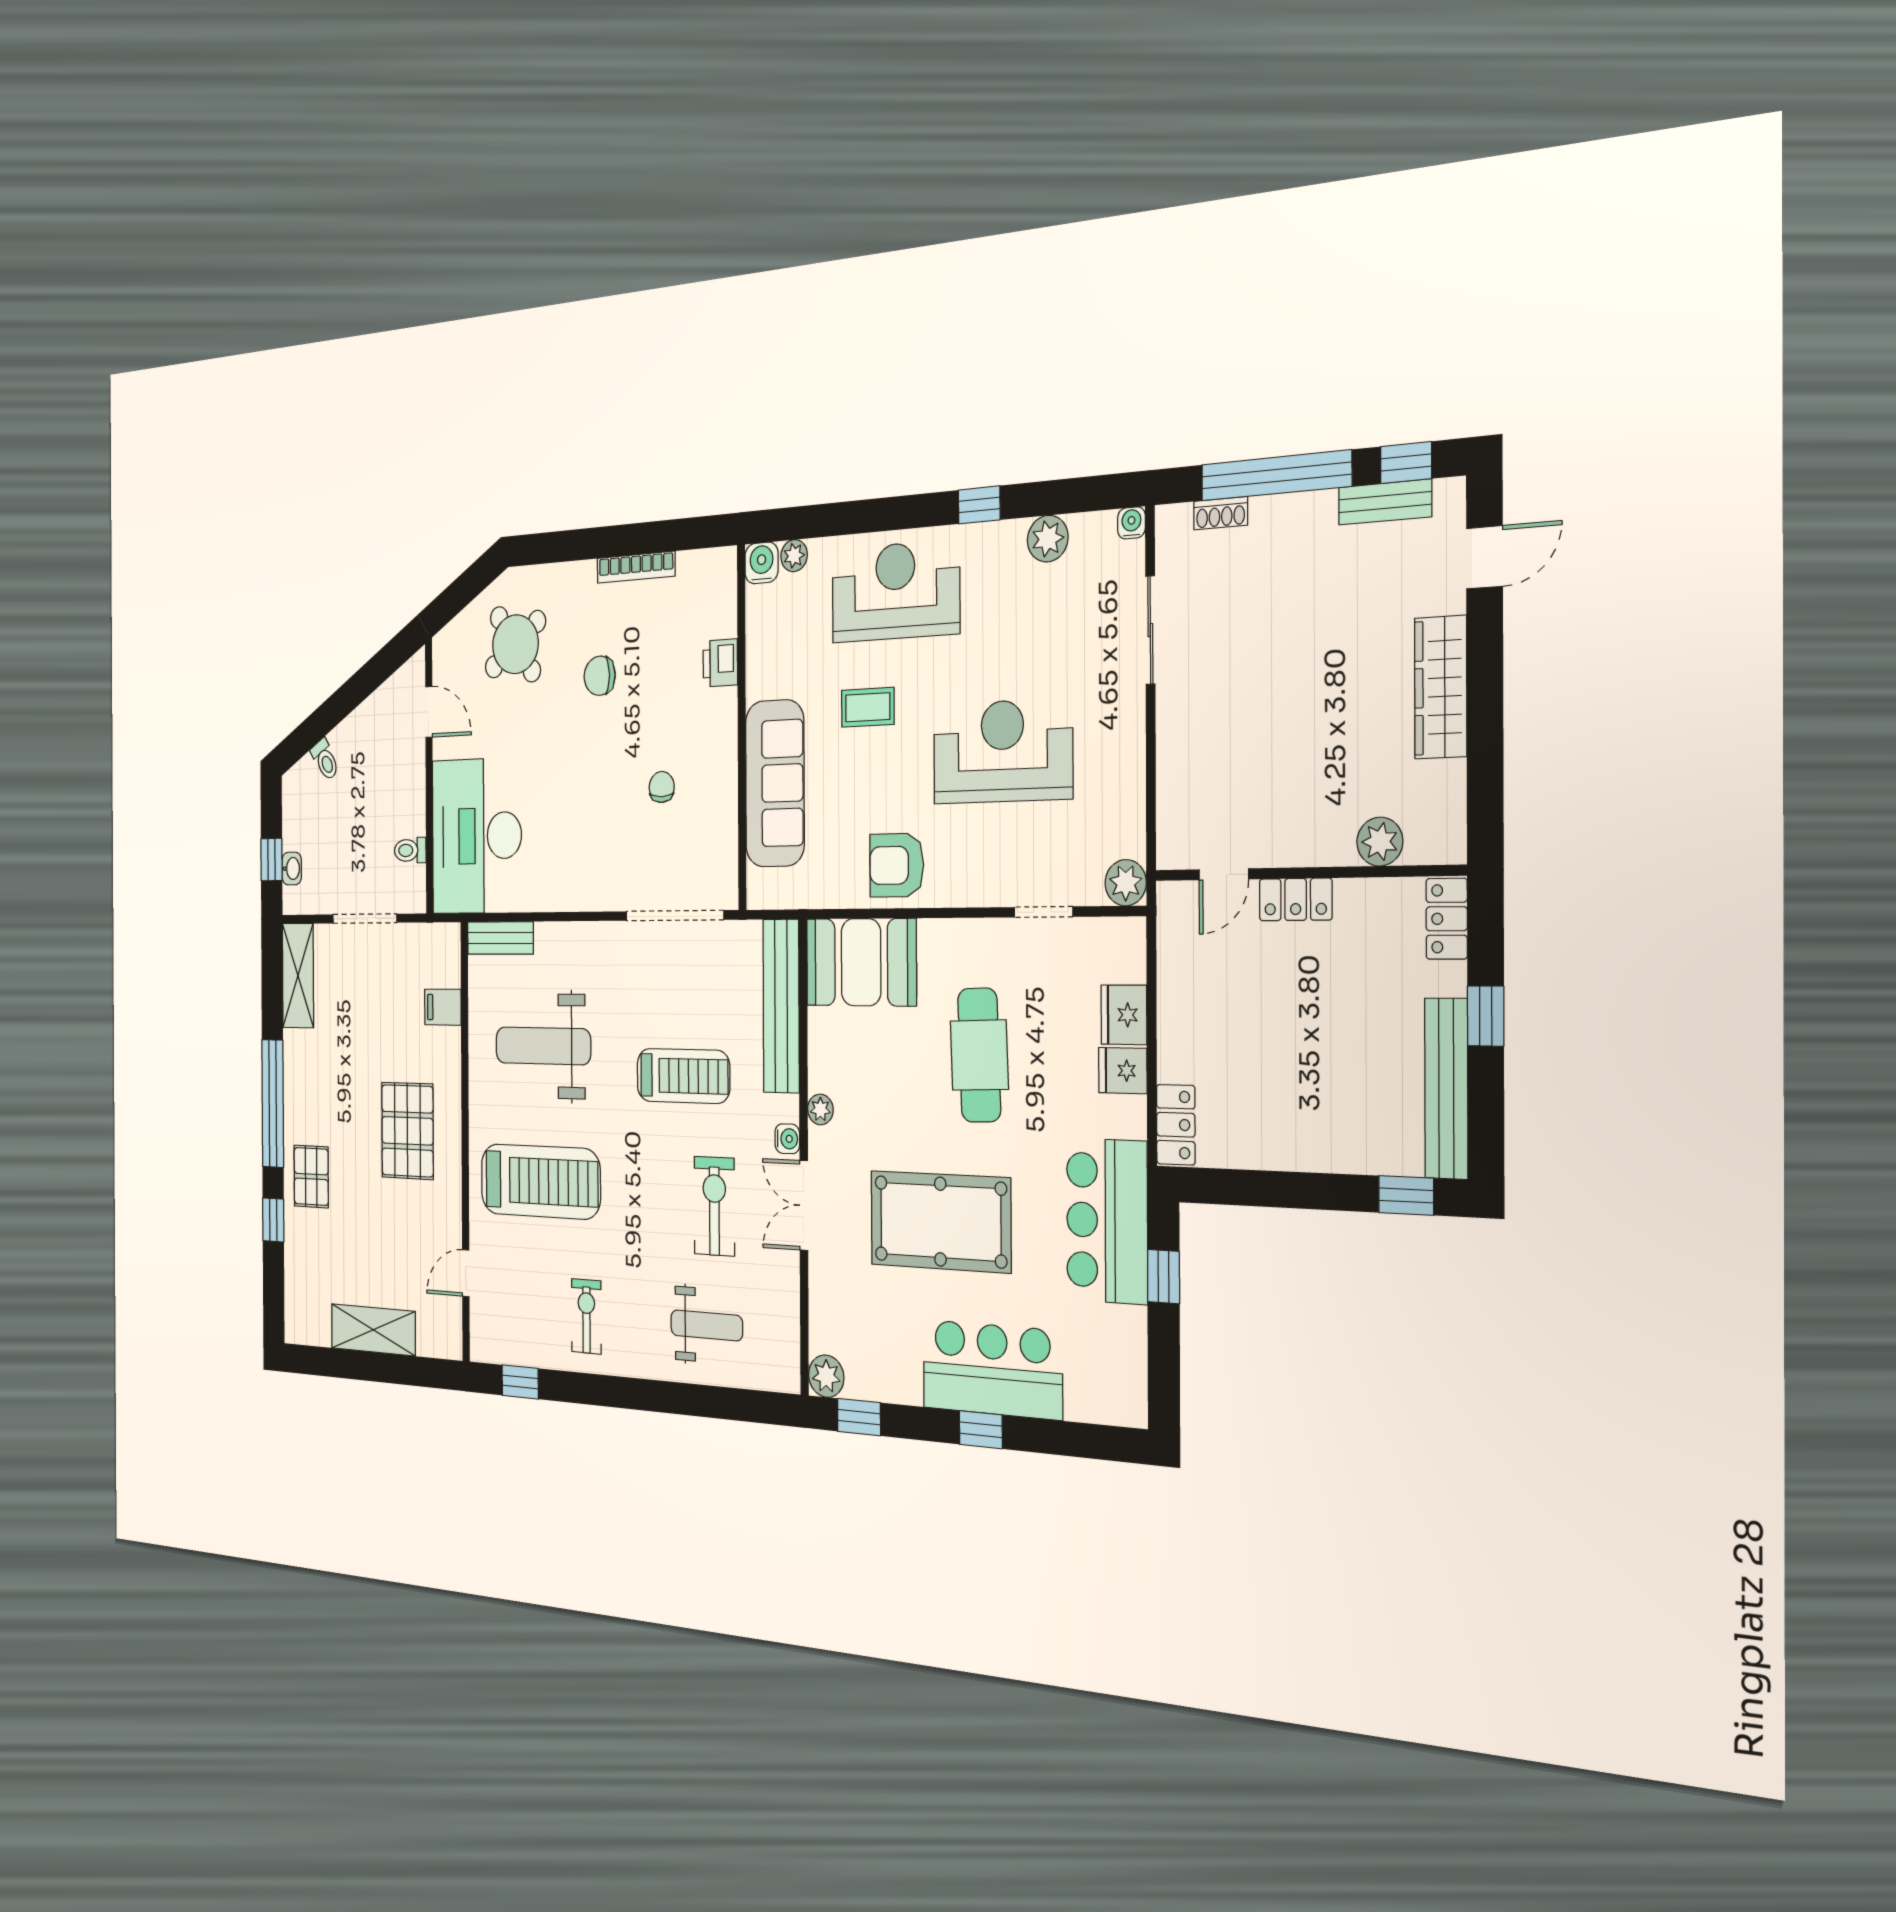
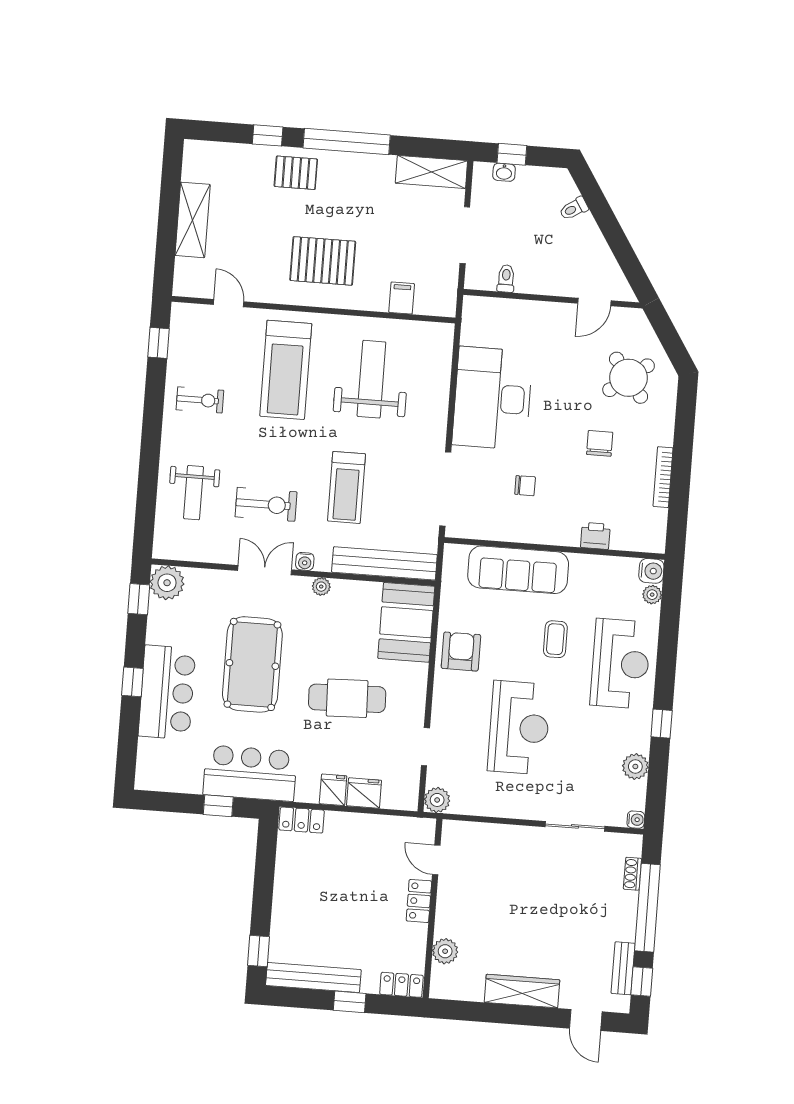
desk: (477, 836) -> (492, 398), moved, turned -90
bench: (500, 938) -> (443, 350), removed
plant: (826, 1376) -> (167, 583), width x1.36, depth x1.36

